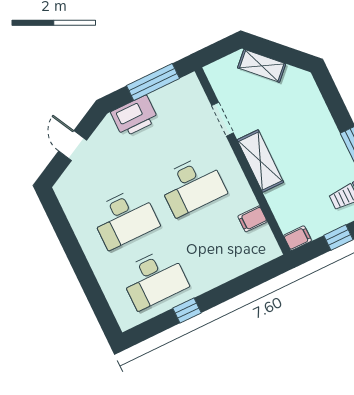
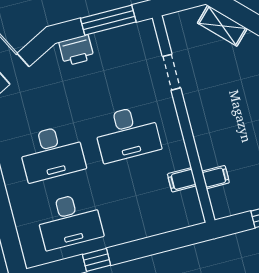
printer: (135, 116) -> (76, 50), width x0.73, depth x0.84
shelving: (260, 161) -> (202, 122), removed
filing cabinet: (298, 238) -> (216, 177), moved

